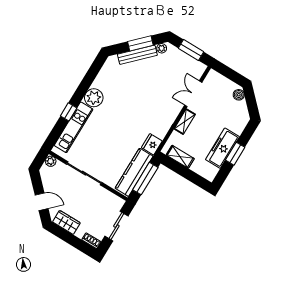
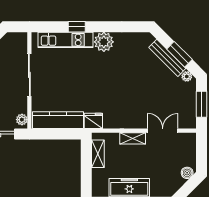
plant: (51, 161) -> (22, 120), moved
window: (145, 179) -> (59, 134), removed

